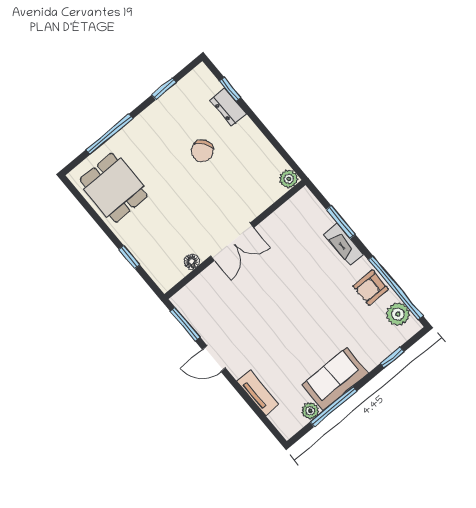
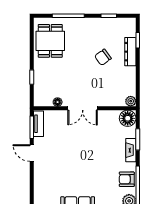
dresser: (228, 107) -> (130, 52), width x1.44
floor lamp: (304, 205) -> (128, 118), added
tv unit: (258, 393) -> (38, 124), moved

